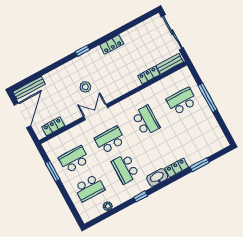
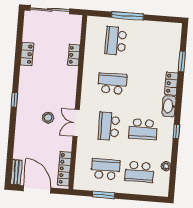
locker: (111, 44) -> (27, 54), moved
bench: (170, 64) -> (76, 30), removed
bench: (29, 88) -> (16, 172), width x0.73
locker: (53, 126) -> (65, 169), width x1.53
school desk: (74, 159) -> (105, 169), turned 90
school desk: (89, 188) -> (139, 172), turned 90

